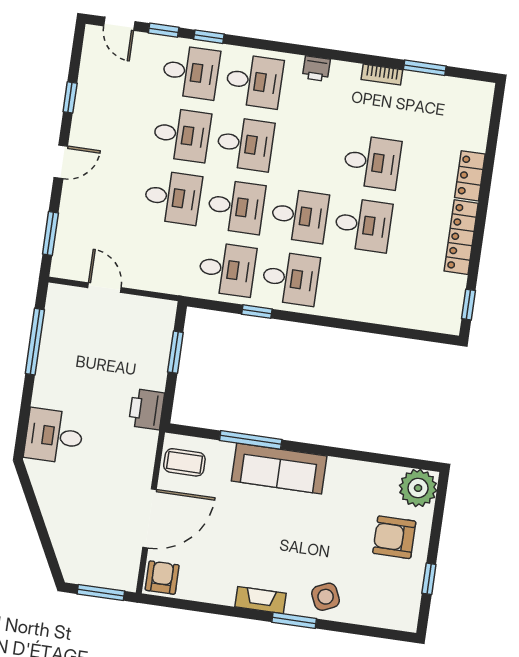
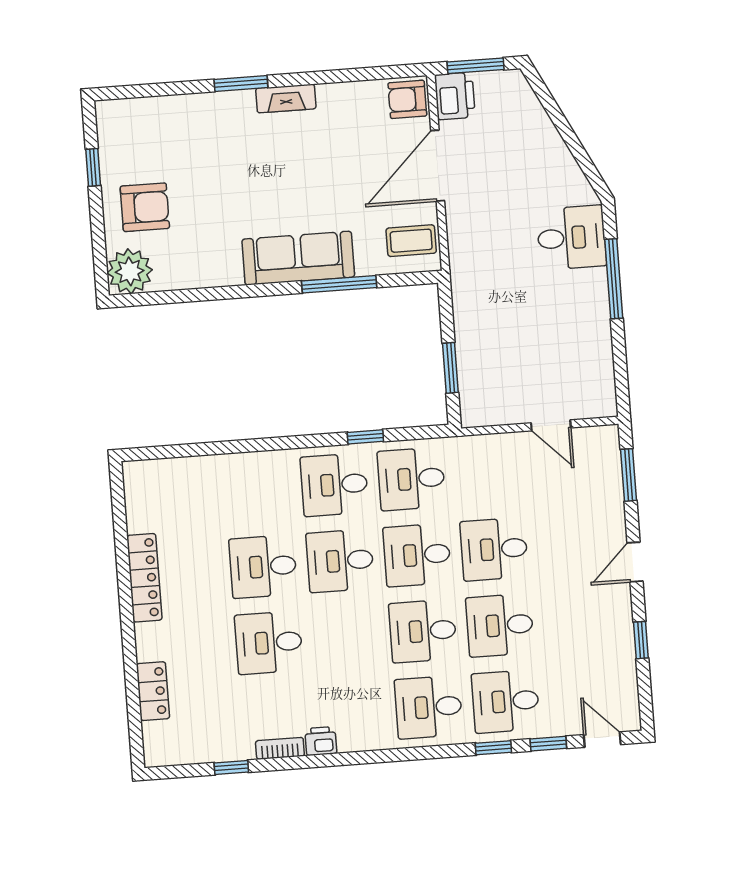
window: (425, 68) -> (231, 767), width x0.67
printer: (316, 69) -> (321, 741), moved
locker: (470, 176) -> (153, 691), moved
window: (468, 305) -> (118, 500), removed
window: (35, 342) -> (614, 279), moved
printer: (147, 409) -> (455, 96), moved
armchair: (162, 578) -> (407, 99), turned 90
side table: (326, 597) -> (210, 119), removed

